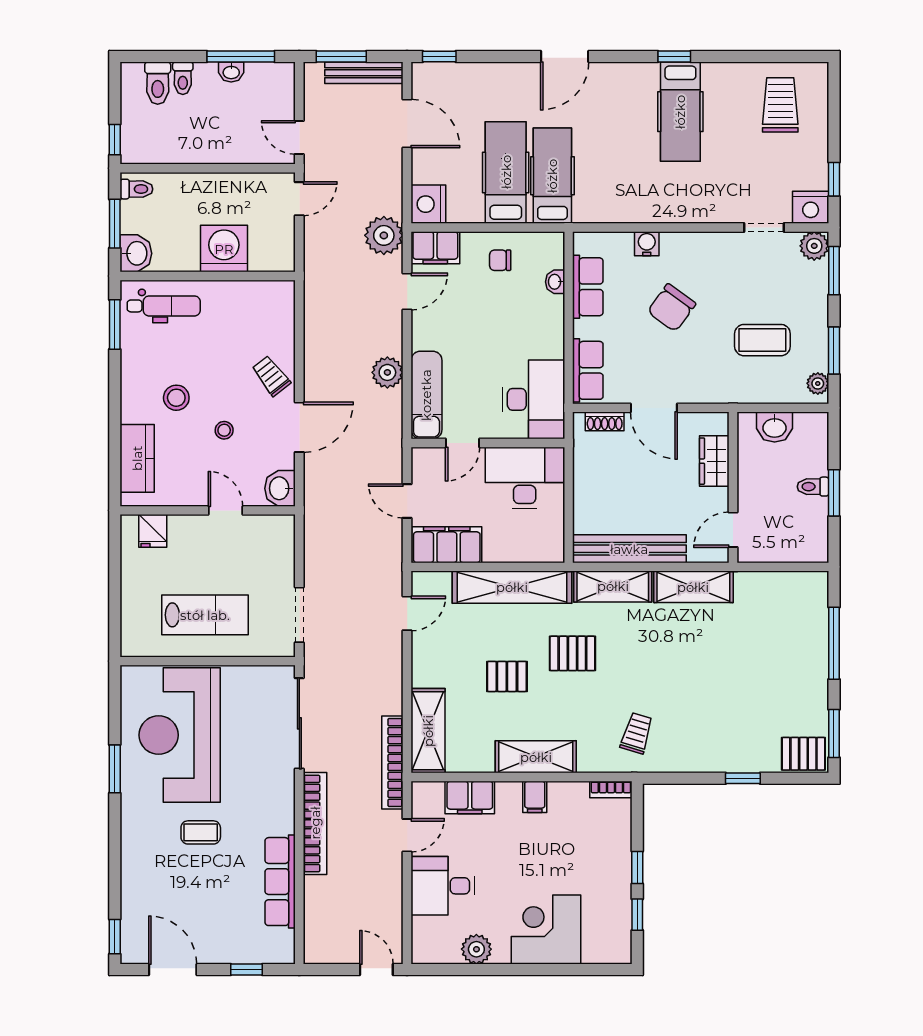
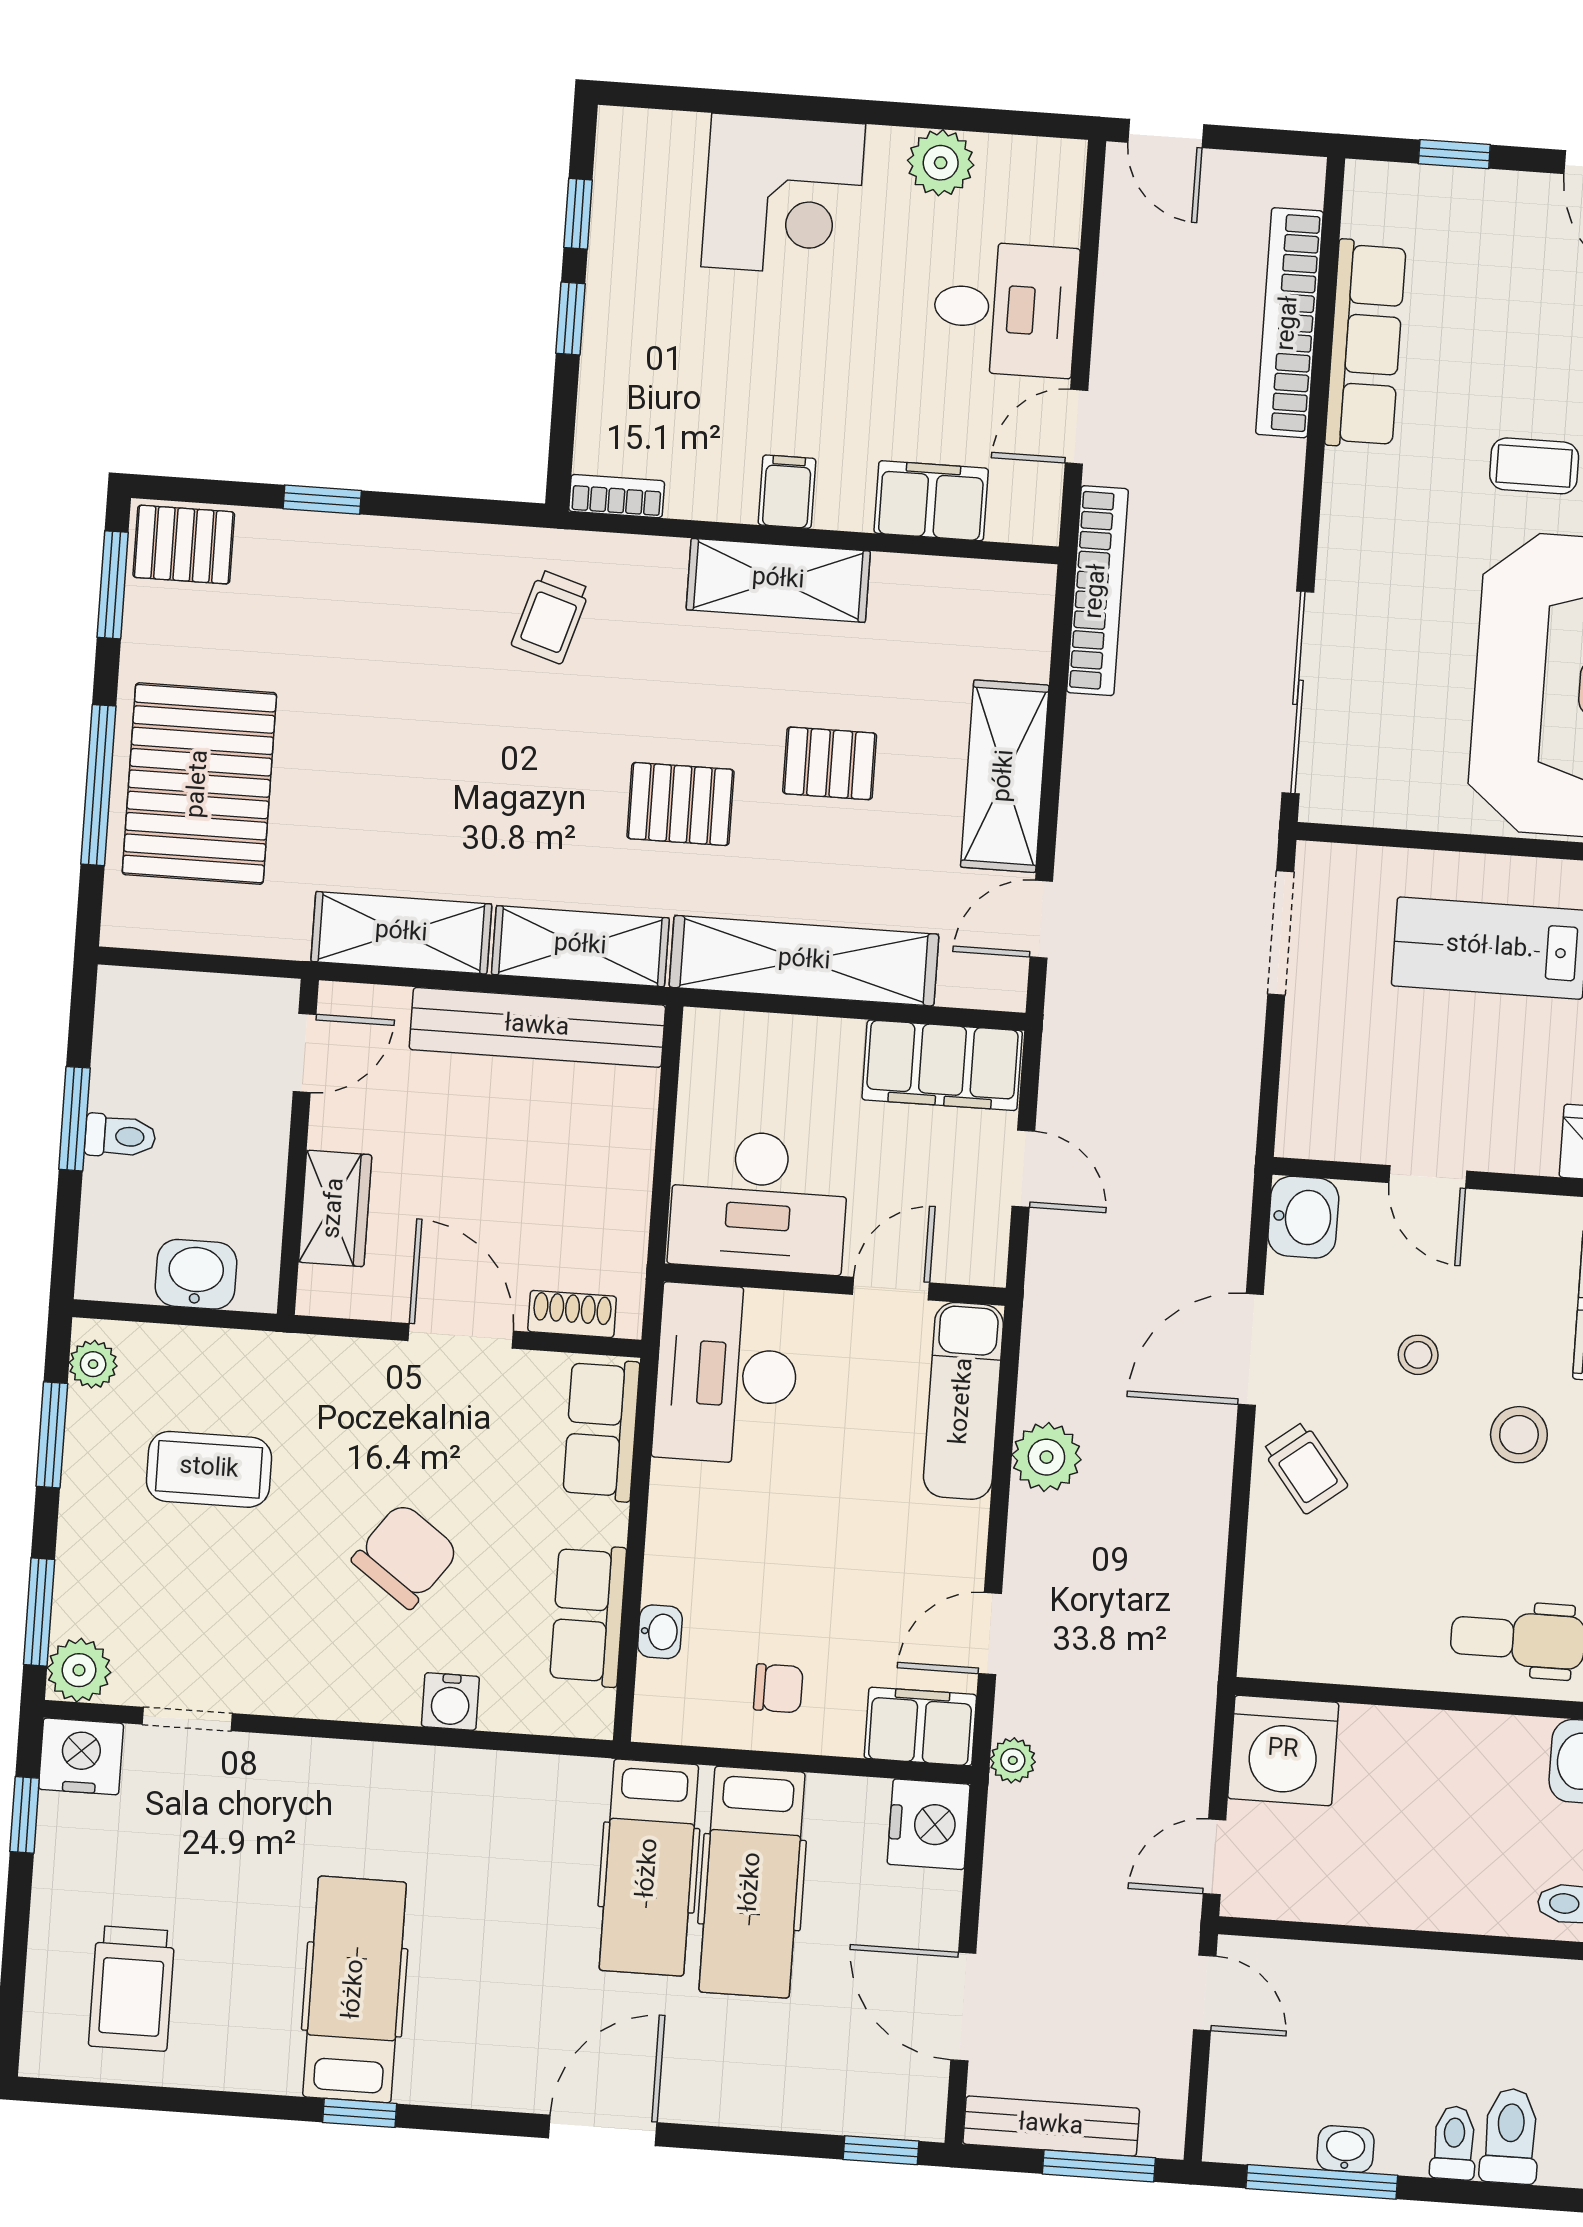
plant: (384, 235) -> (1013, 1760), width x0.53, depth x0.53
washing machine: (224, 249) -> (1283, 1750), moved
pallet: (789, 647) -> (199, 784), added
shelving: (428, 731) -> (1005, 776), moved
bookcase: (315, 823) -> (1289, 323), moved

